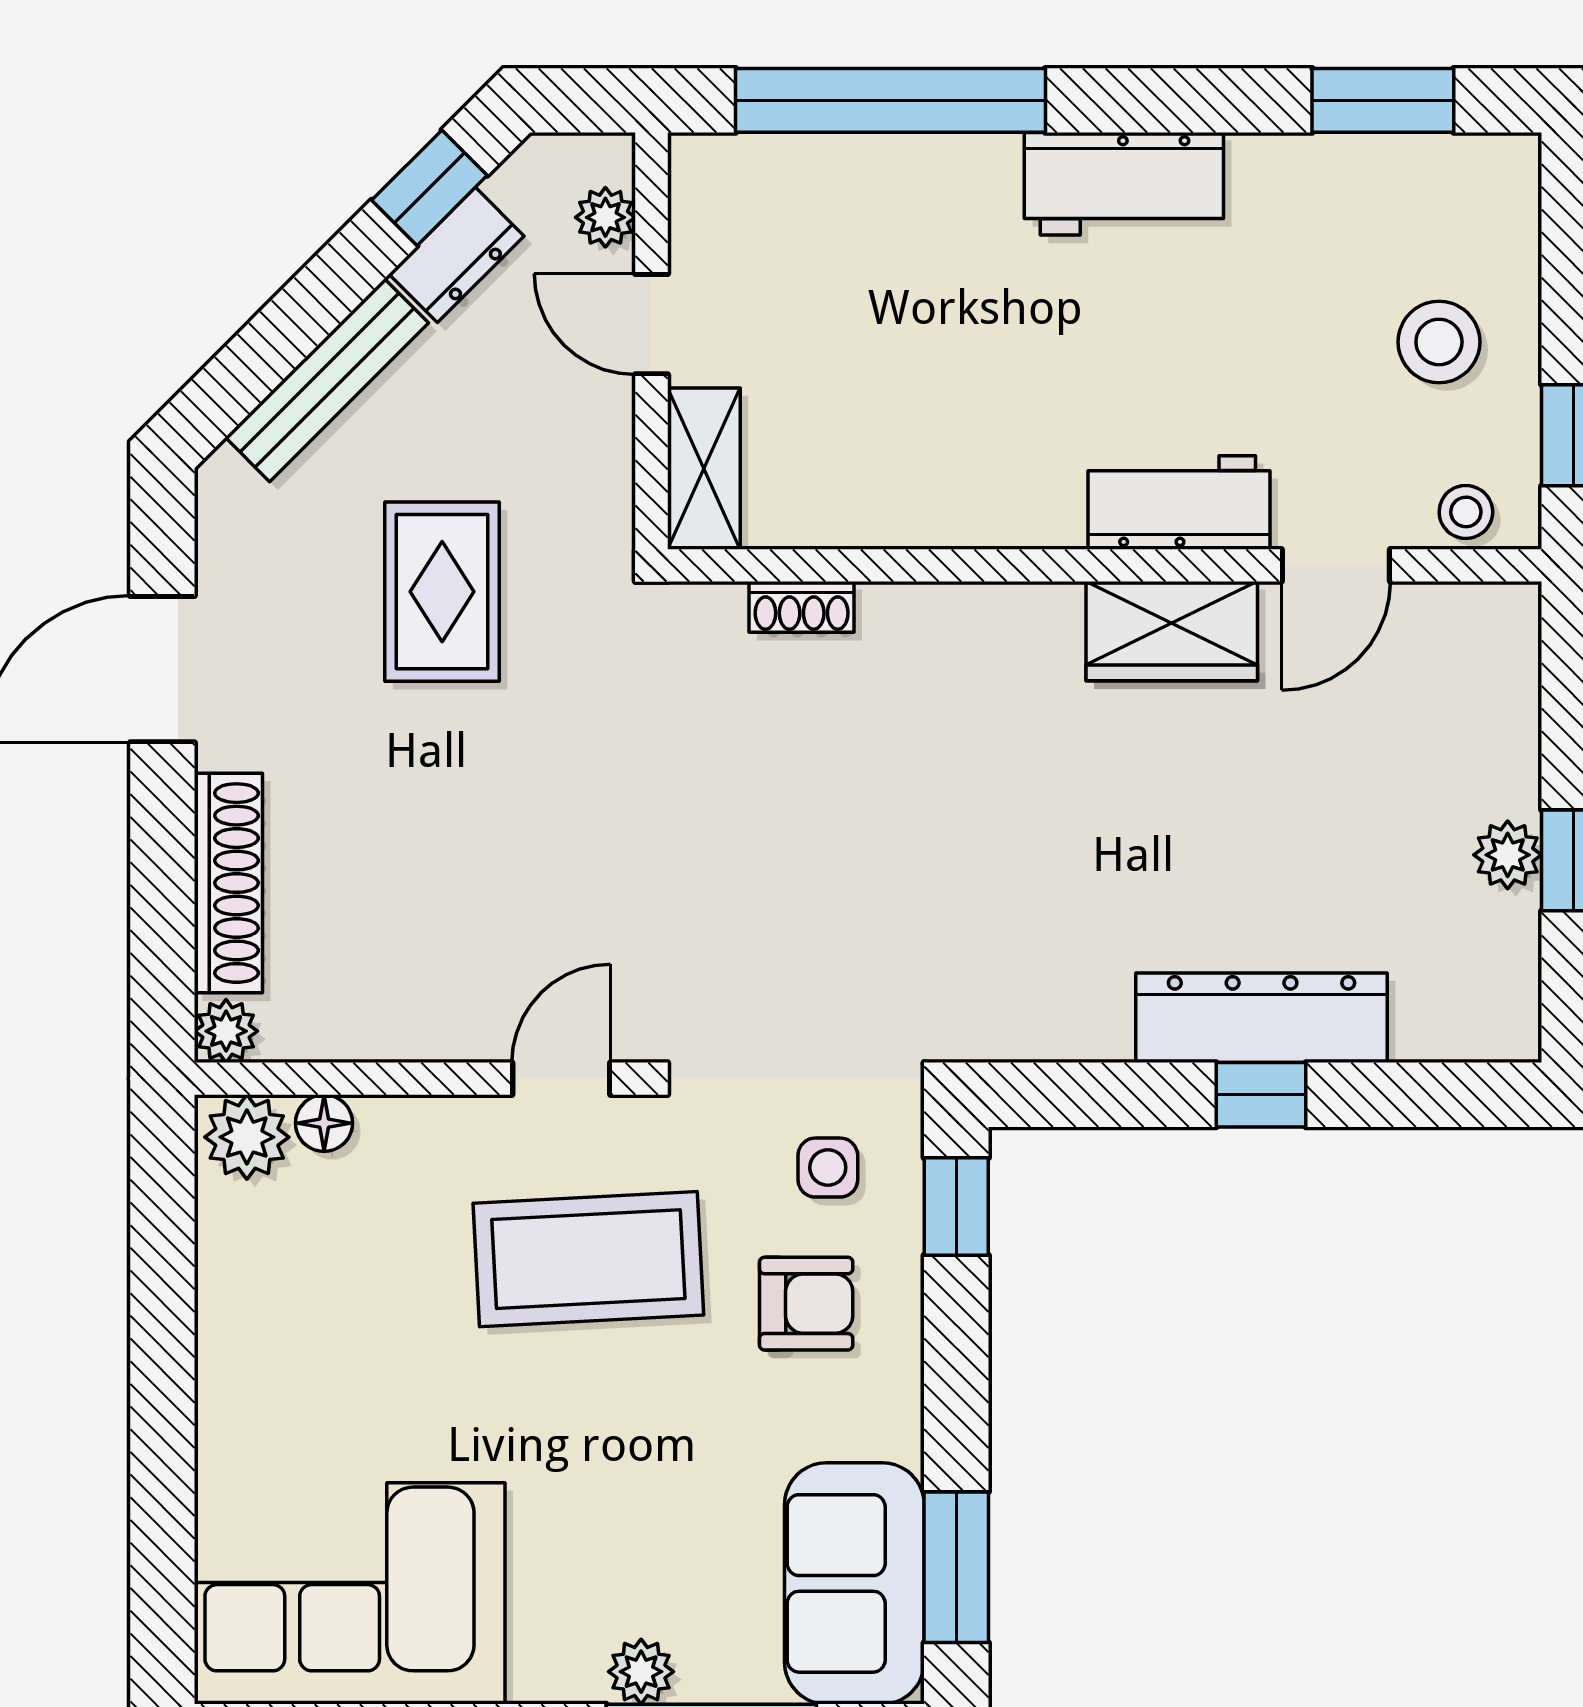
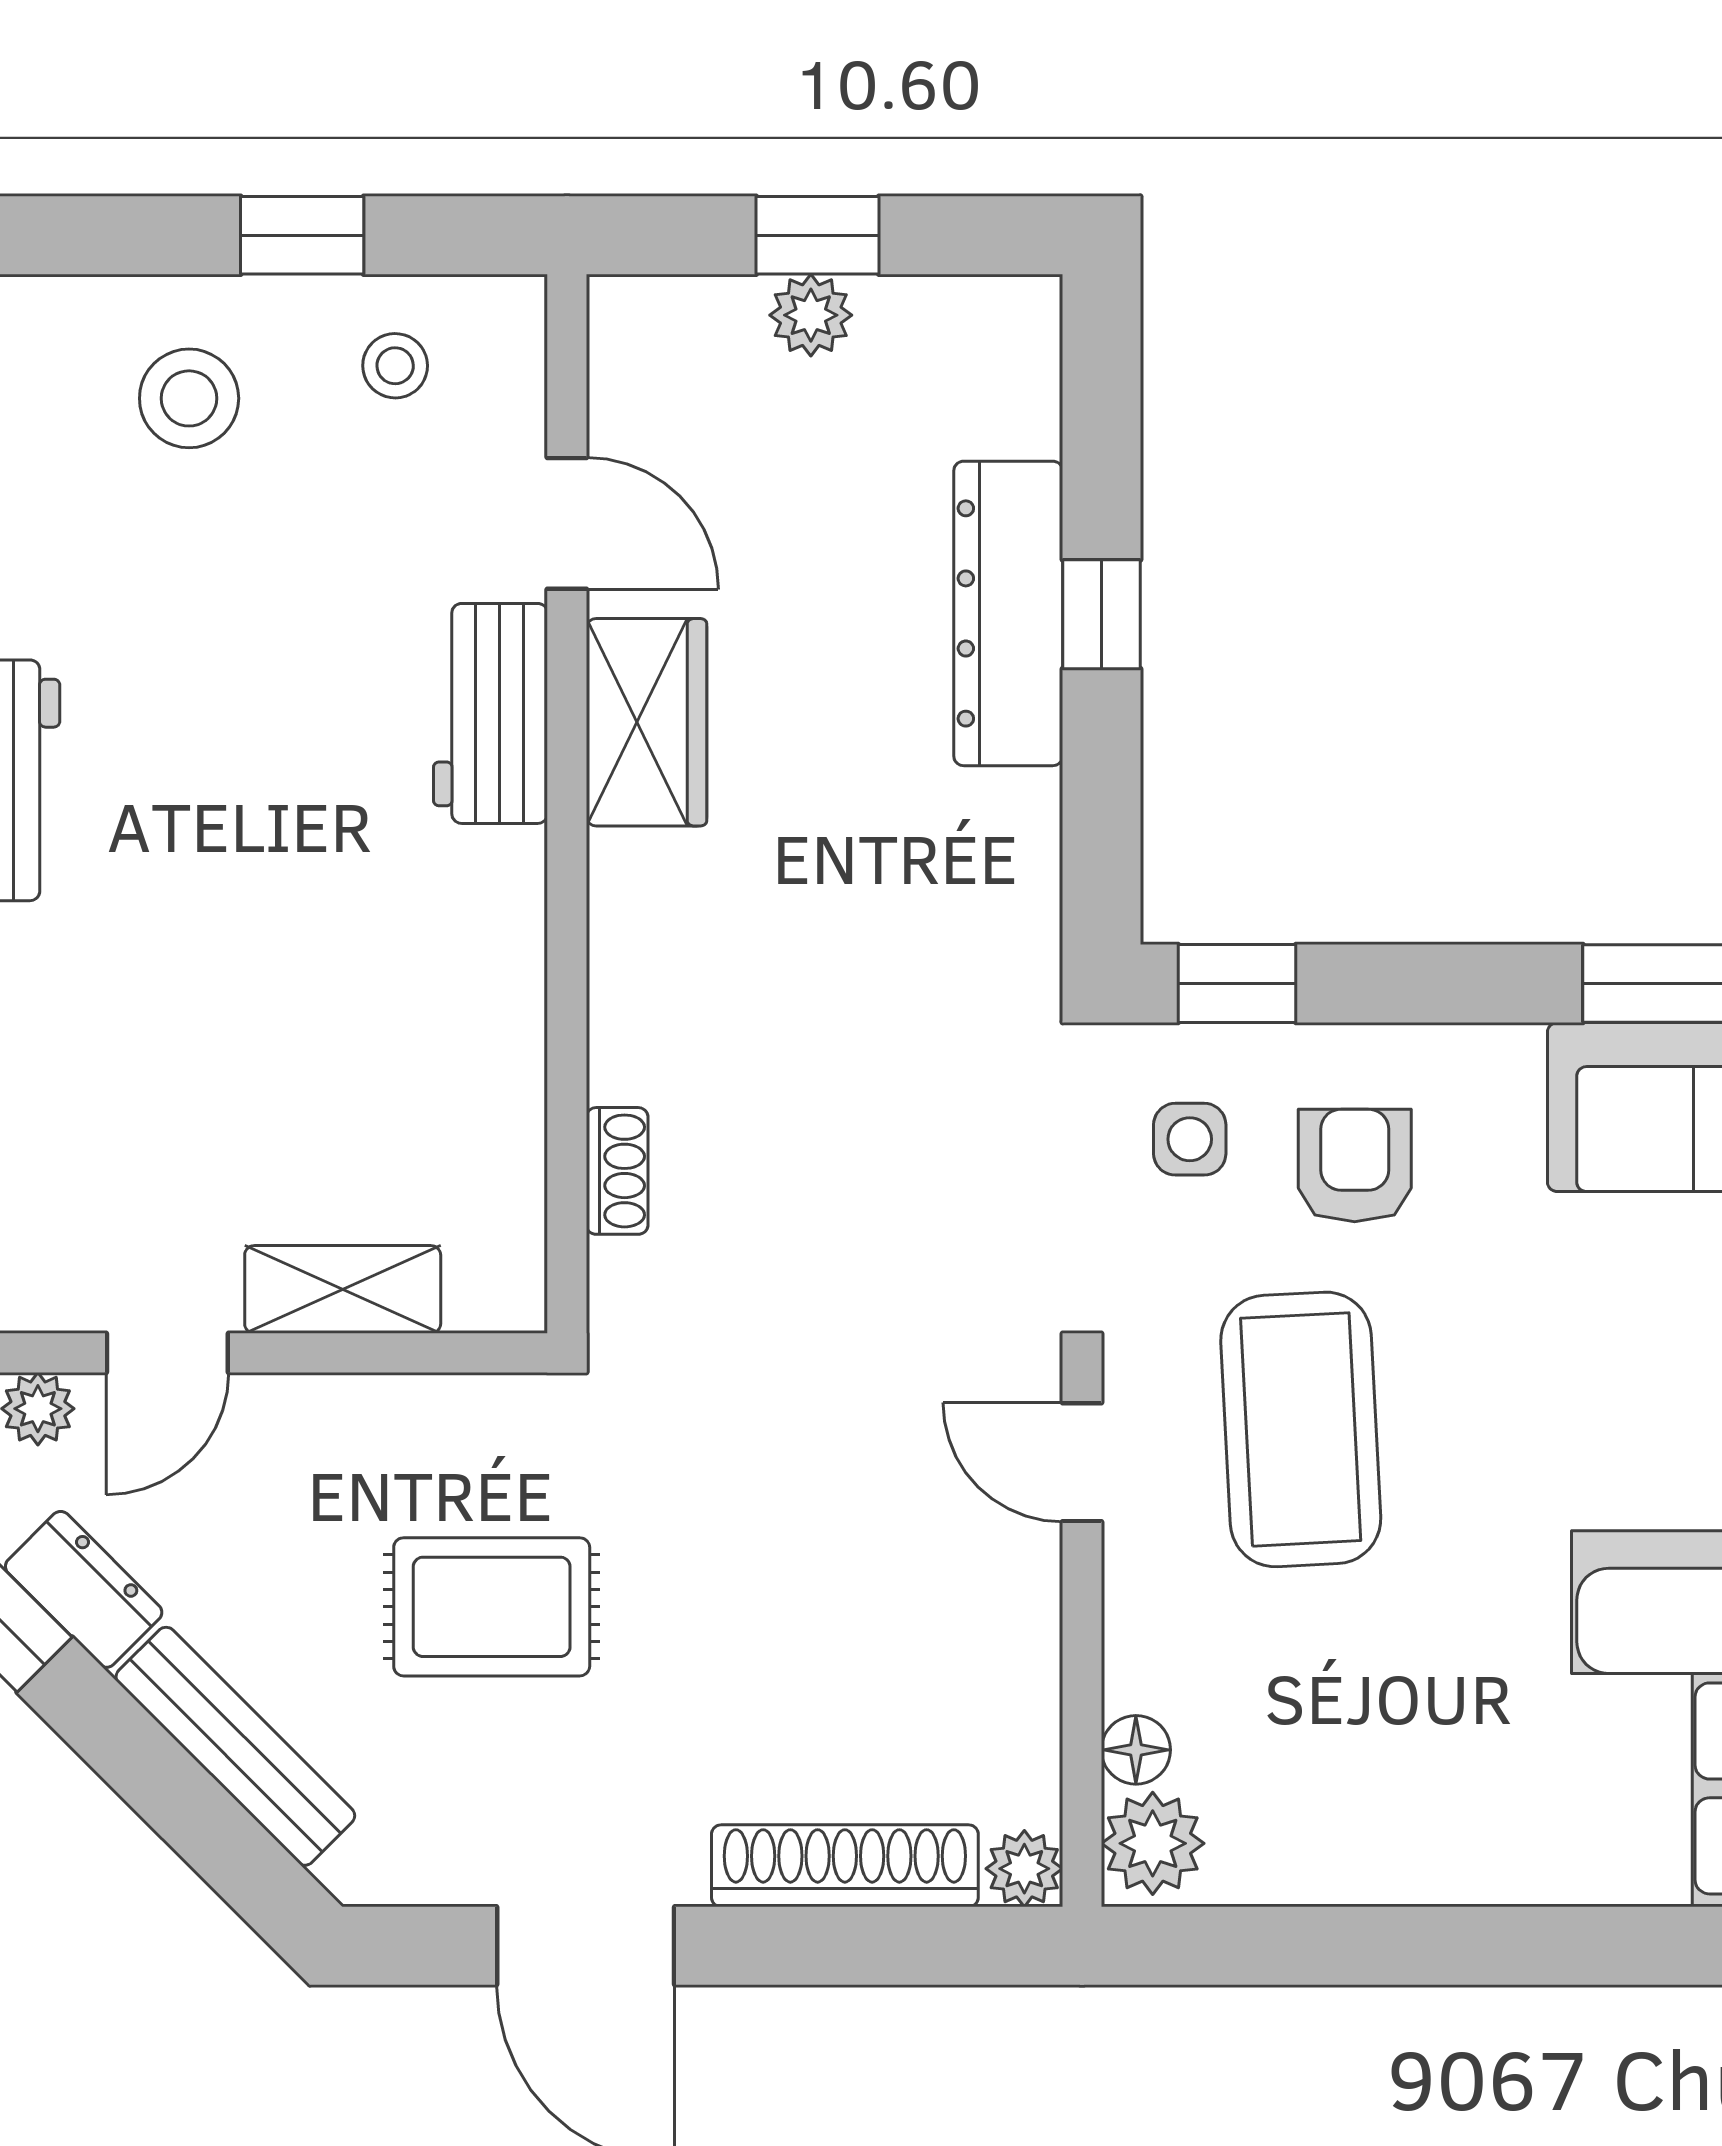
workbench: (1179, 503) -> (491, 713), moved
wall: (1105, 565) -> (567, 804), moved
door: (1336, 565) -> (567, 523), moved
shoe rack: (802, 607) -> (617, 1171), moved
wardrobe: (1172, 631) -> (646, 722), moved

